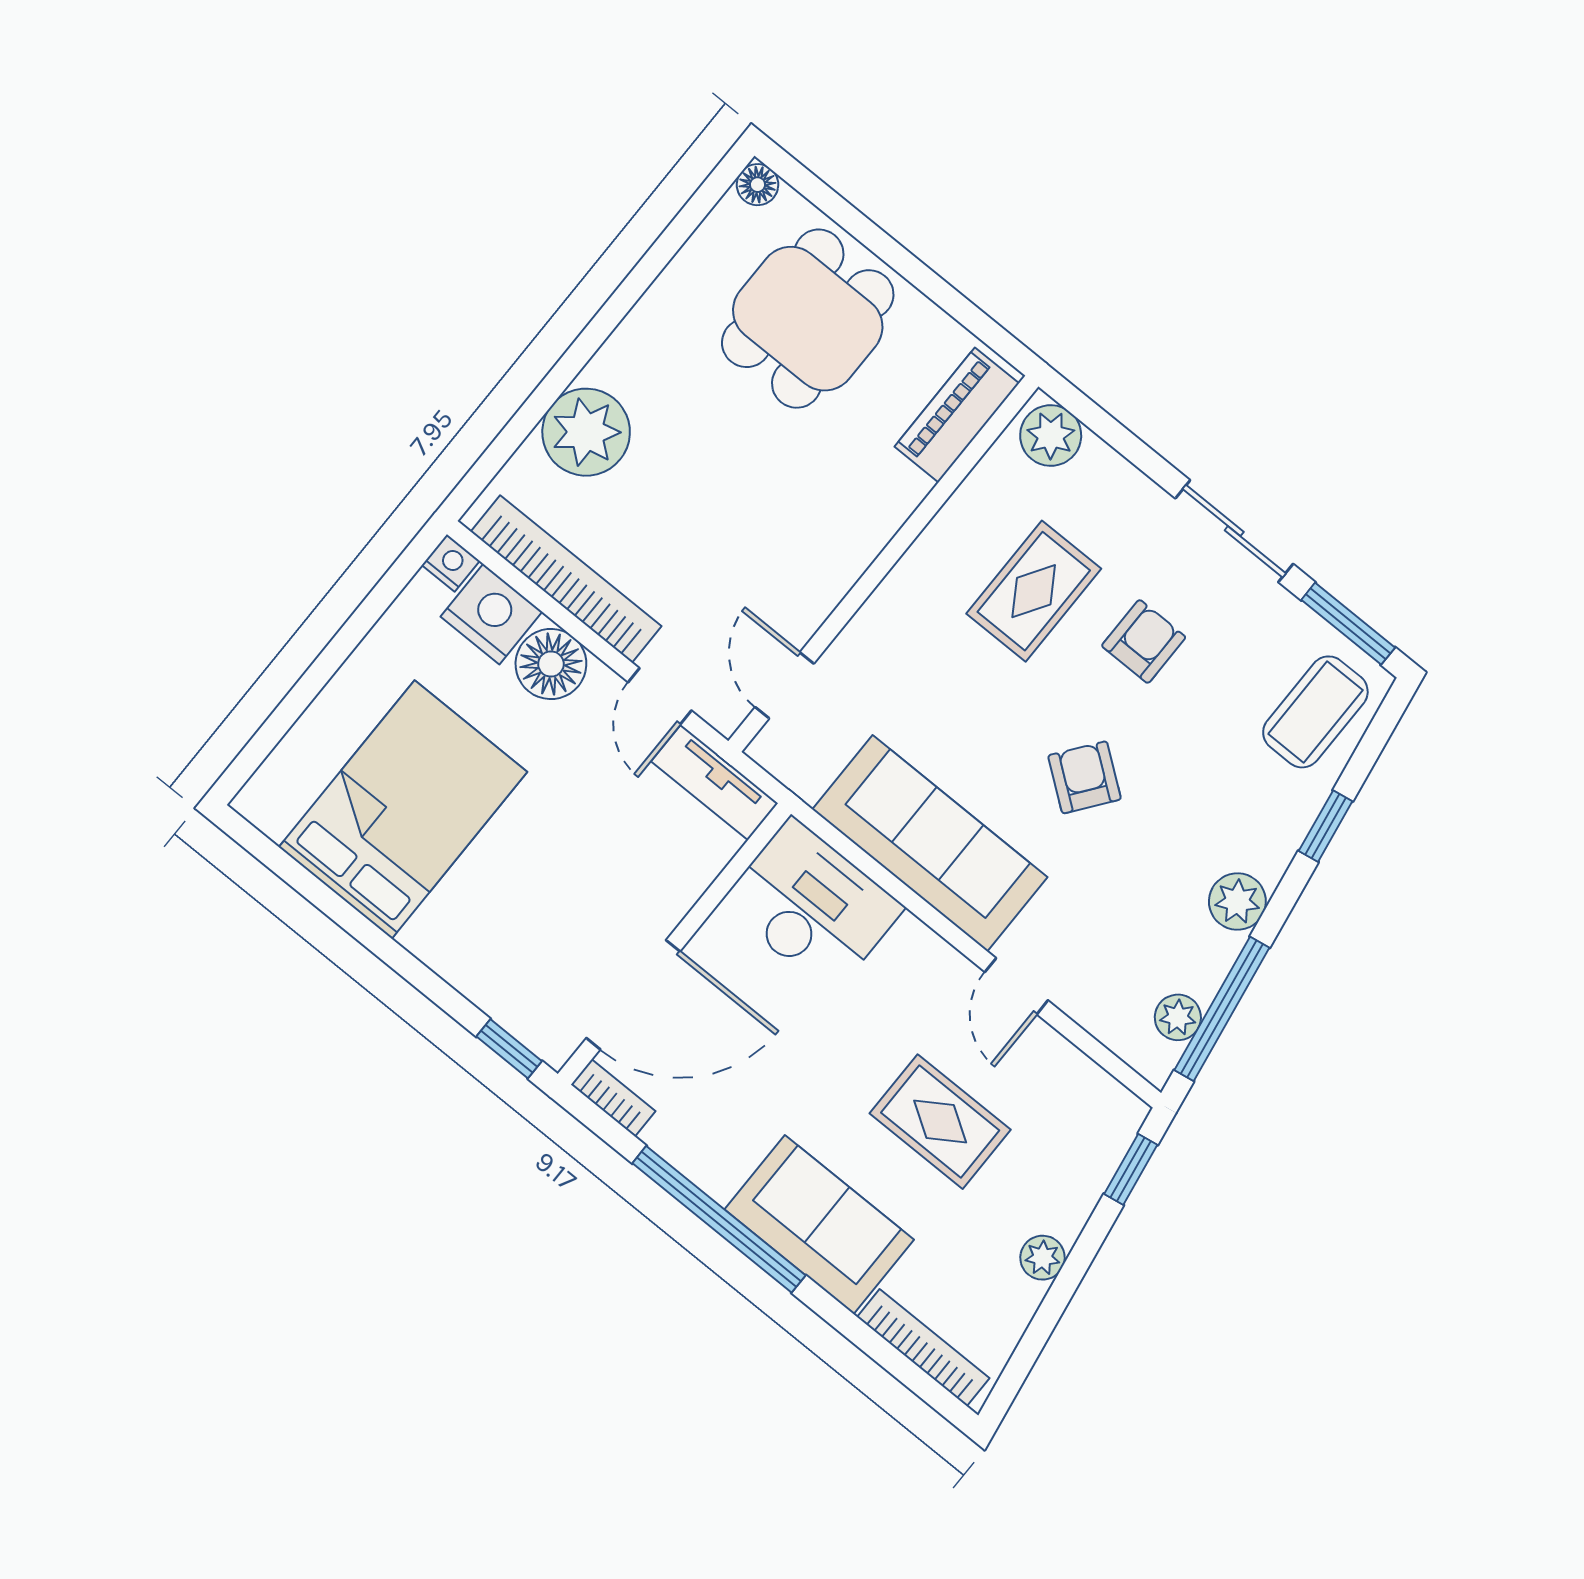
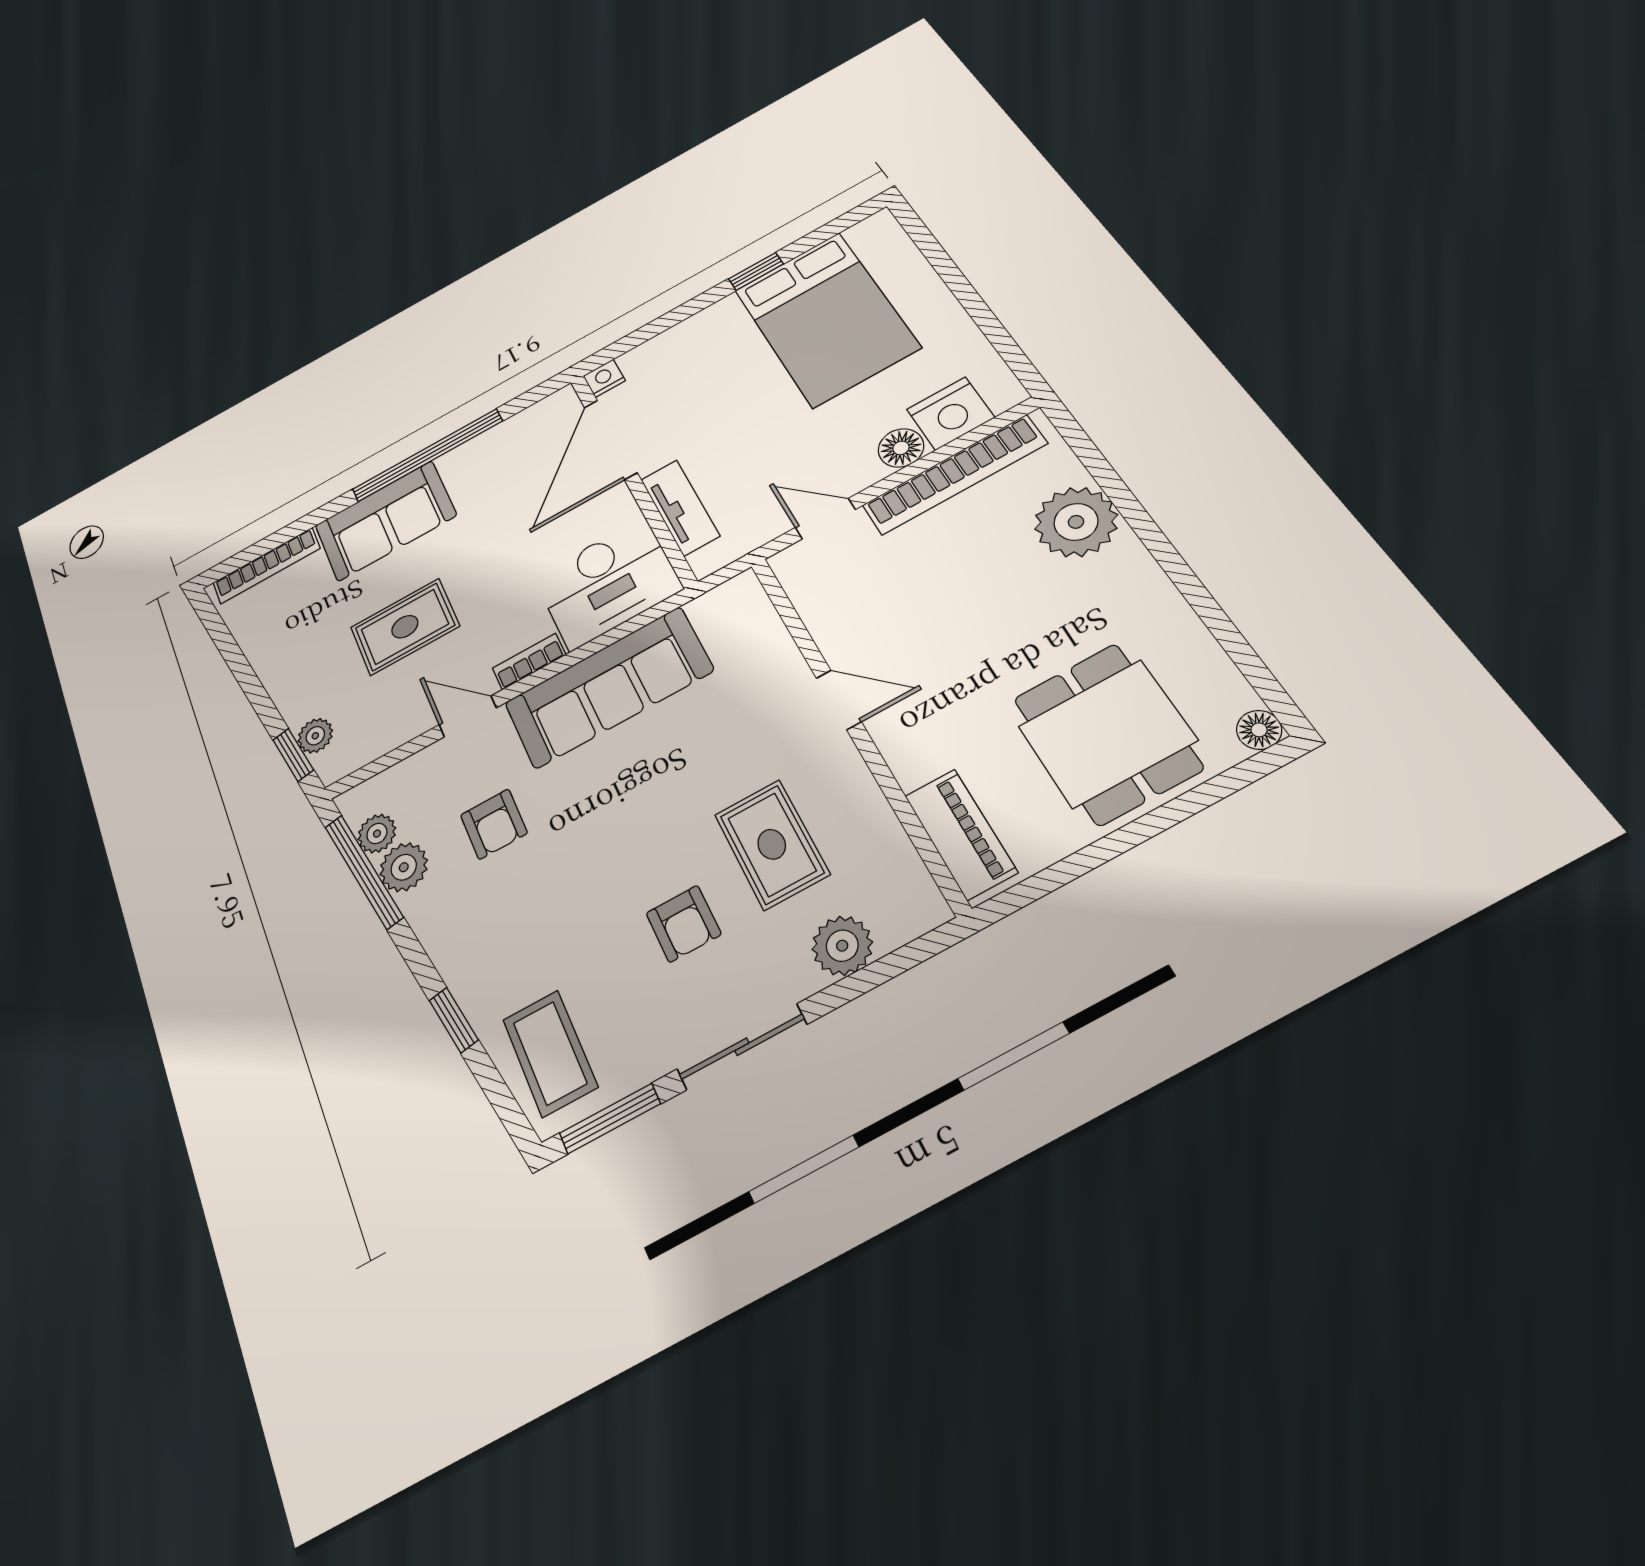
plant: (1051, 435) -> (842, 946), moved
nightstand: (451, 563) -> (604, 378), moved, turned 180
floor lamp: (551, 664) -> (901, 448), width x0.73, depth x0.73
door: (785, 685) -> (839, 700), moved
armchair: (1085, 777) -> (494, 824), moved, turned 53
tv unit: (715, 782) -> (680, 508), moved, turned 90
plant: (1237, 902) -> (404, 867), moved
window: (509, 1049) -> (756, 271), moved
bookcase: (613, 1098) -> (529, 661), moved, turned 180
plant: (1043, 1258) -> (315, 736), moved

